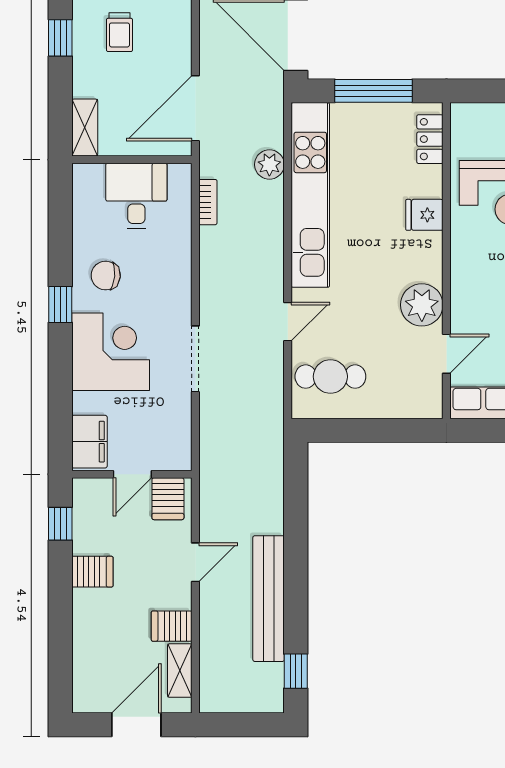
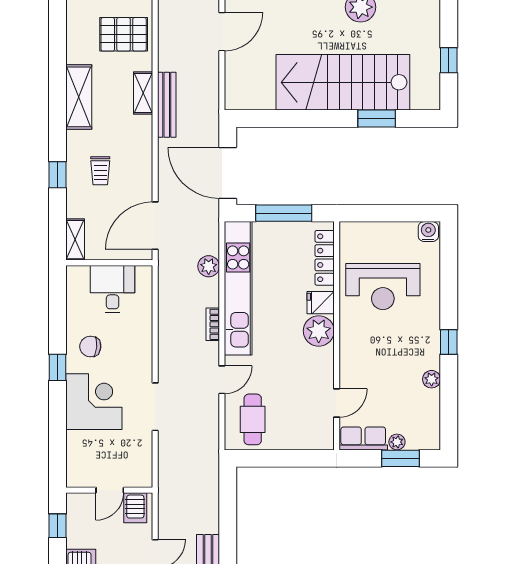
locker: (430, 139) -> (325, 258), width x1.53
bookcase: (208, 202) -> (213, 324), moved, turned 180
plant: (422, 305) -> (319, 331), moved
cafe table: (330, 377) -> (253, 419), turned 90
filing cabinet: (89, 442) -> (79, 466), removed

